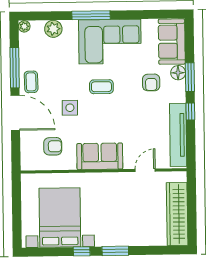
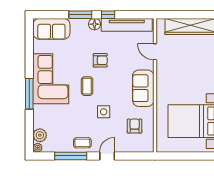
plant: (53, 29) -> (40, 135), moved
floor lamp: (178, 73) -> (95, 24), moved
armchair: (151, 82) -> (100, 60), moved
door: (15, 113) -> (107, 156), width x0.53

